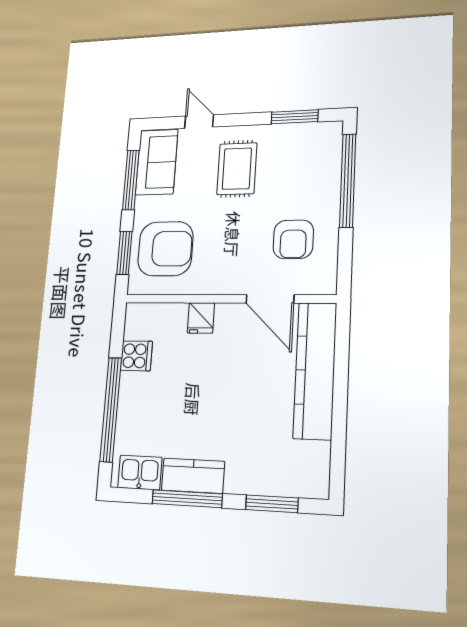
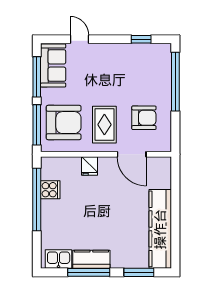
window: (295, 117) -> (141, 39), width x0.67
rug: (237, 169) -> (104, 125), moved
armchair: (293, 239) -> (144, 118), turned -90
window: (124, 253) -> (37, 125), width x1.44
kitchen counter: (315, 370) -> (160, 229), moved
window: (111, 409) -> (37, 199), moved

